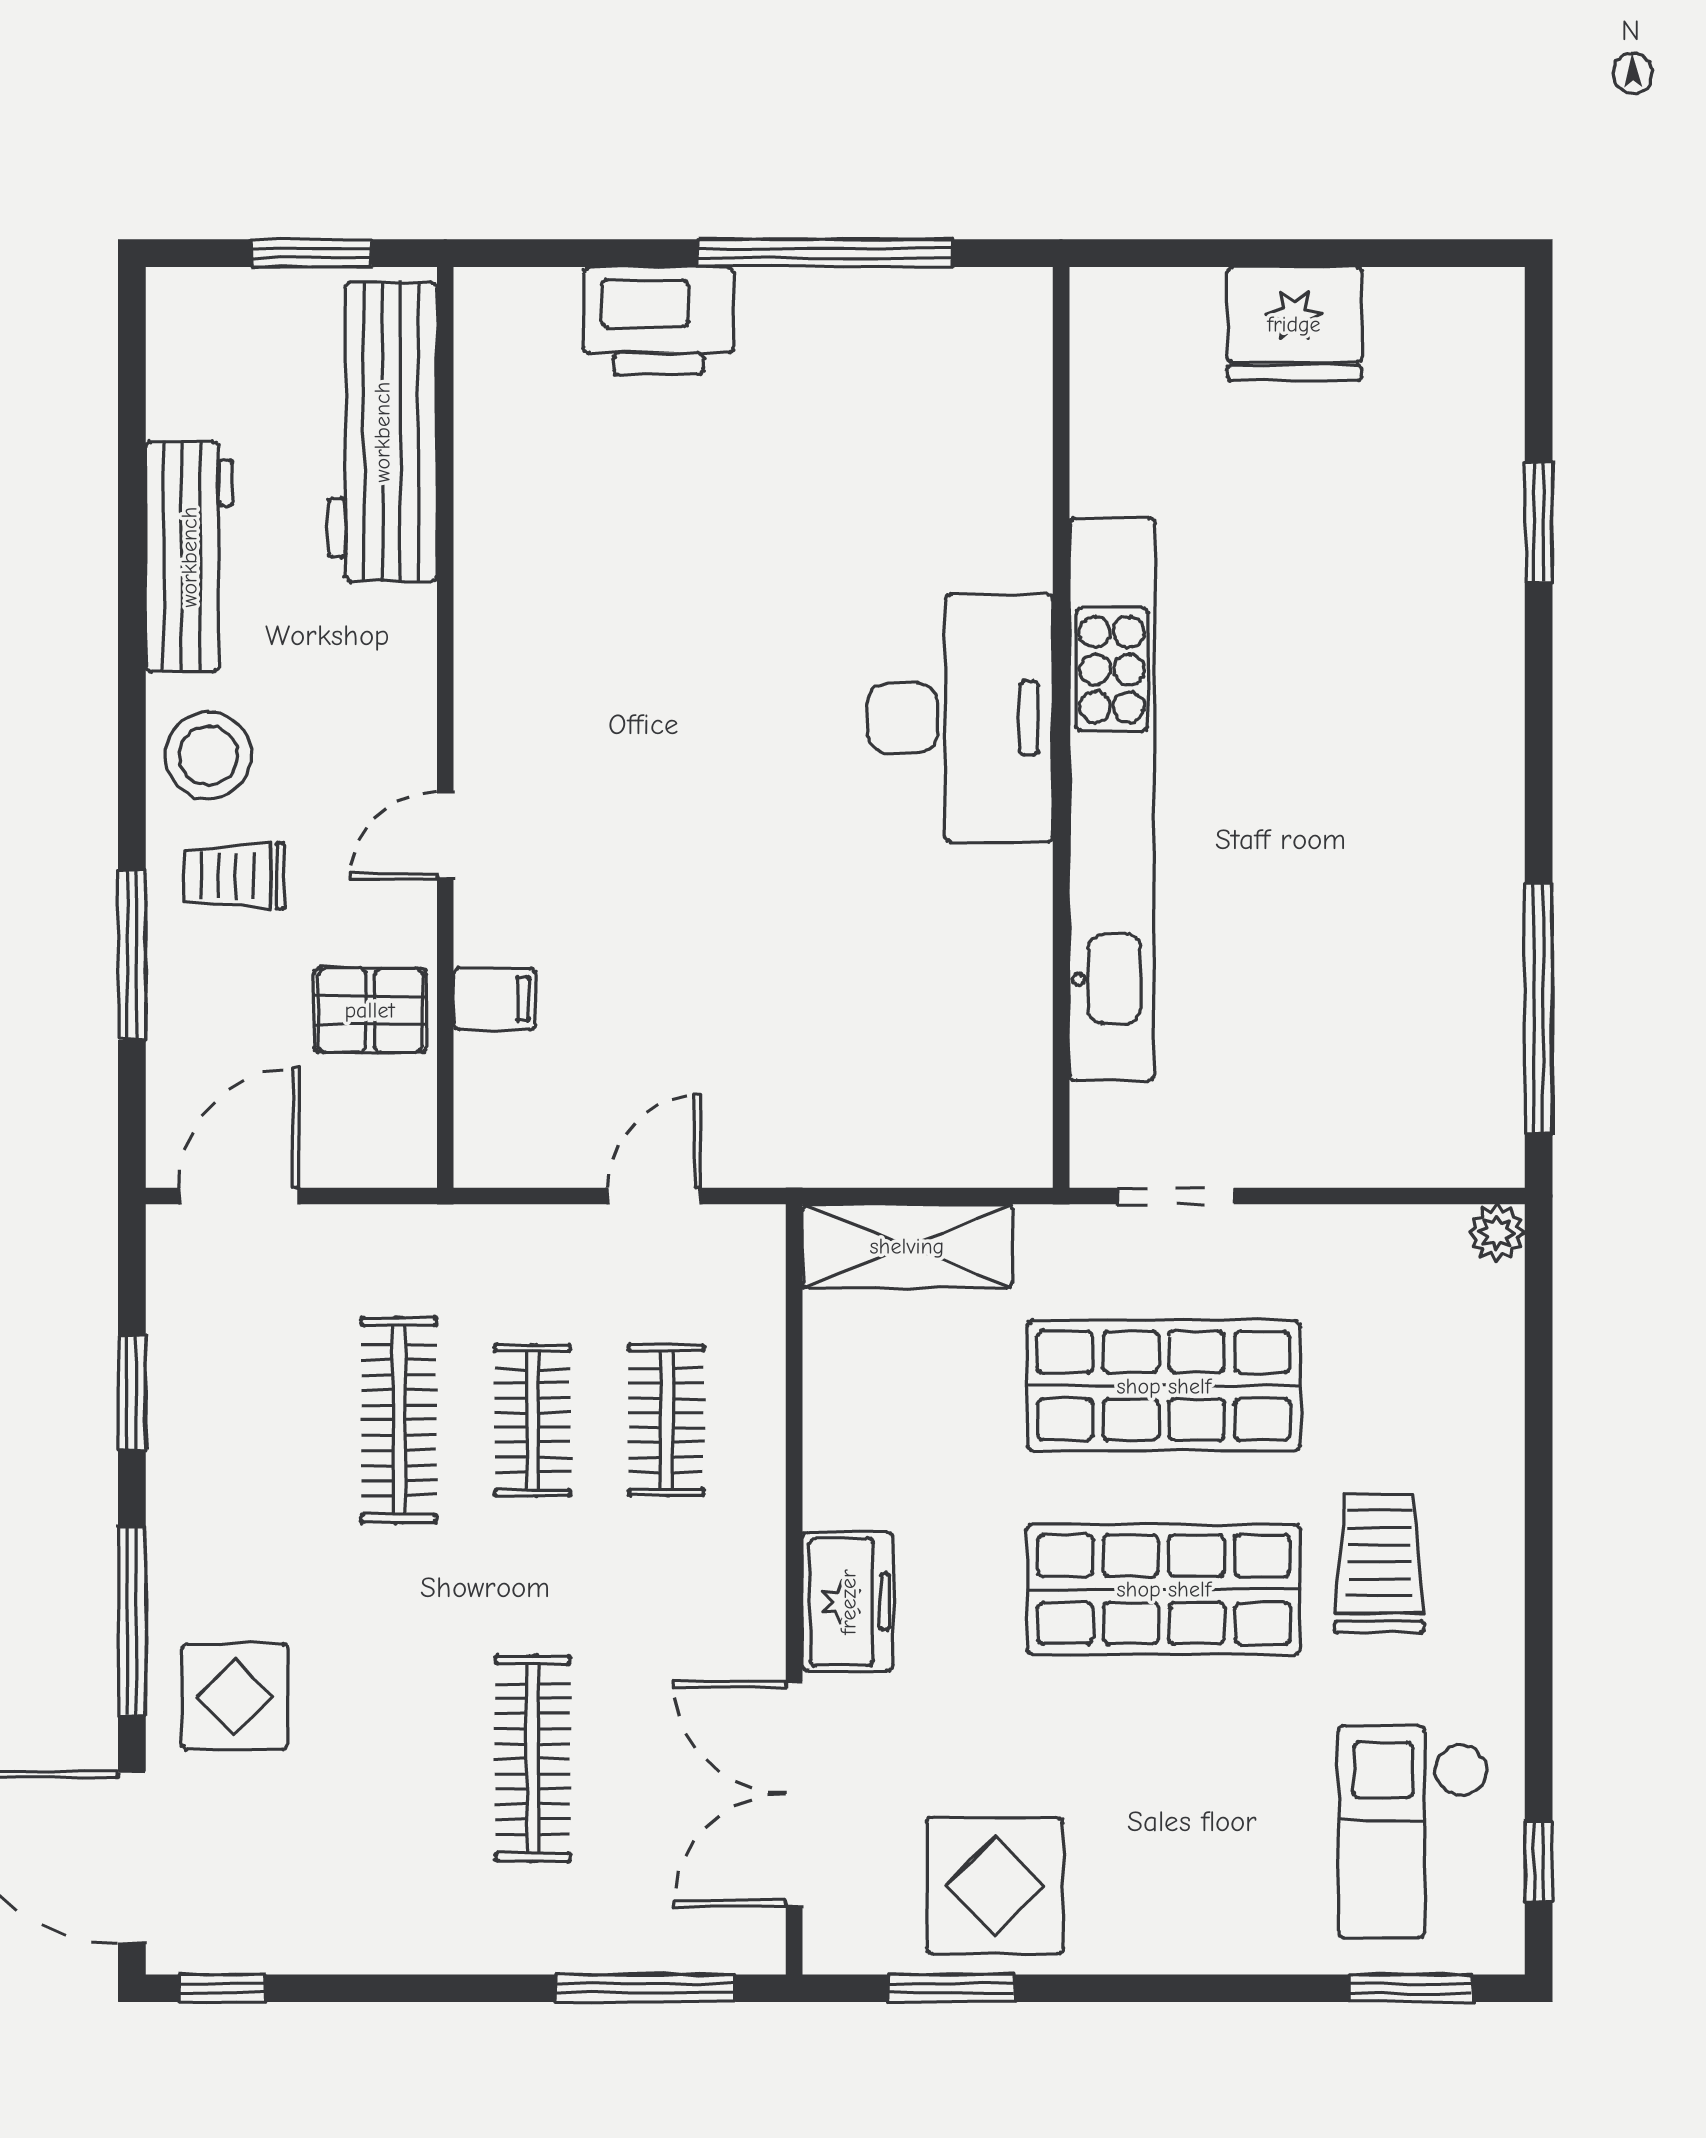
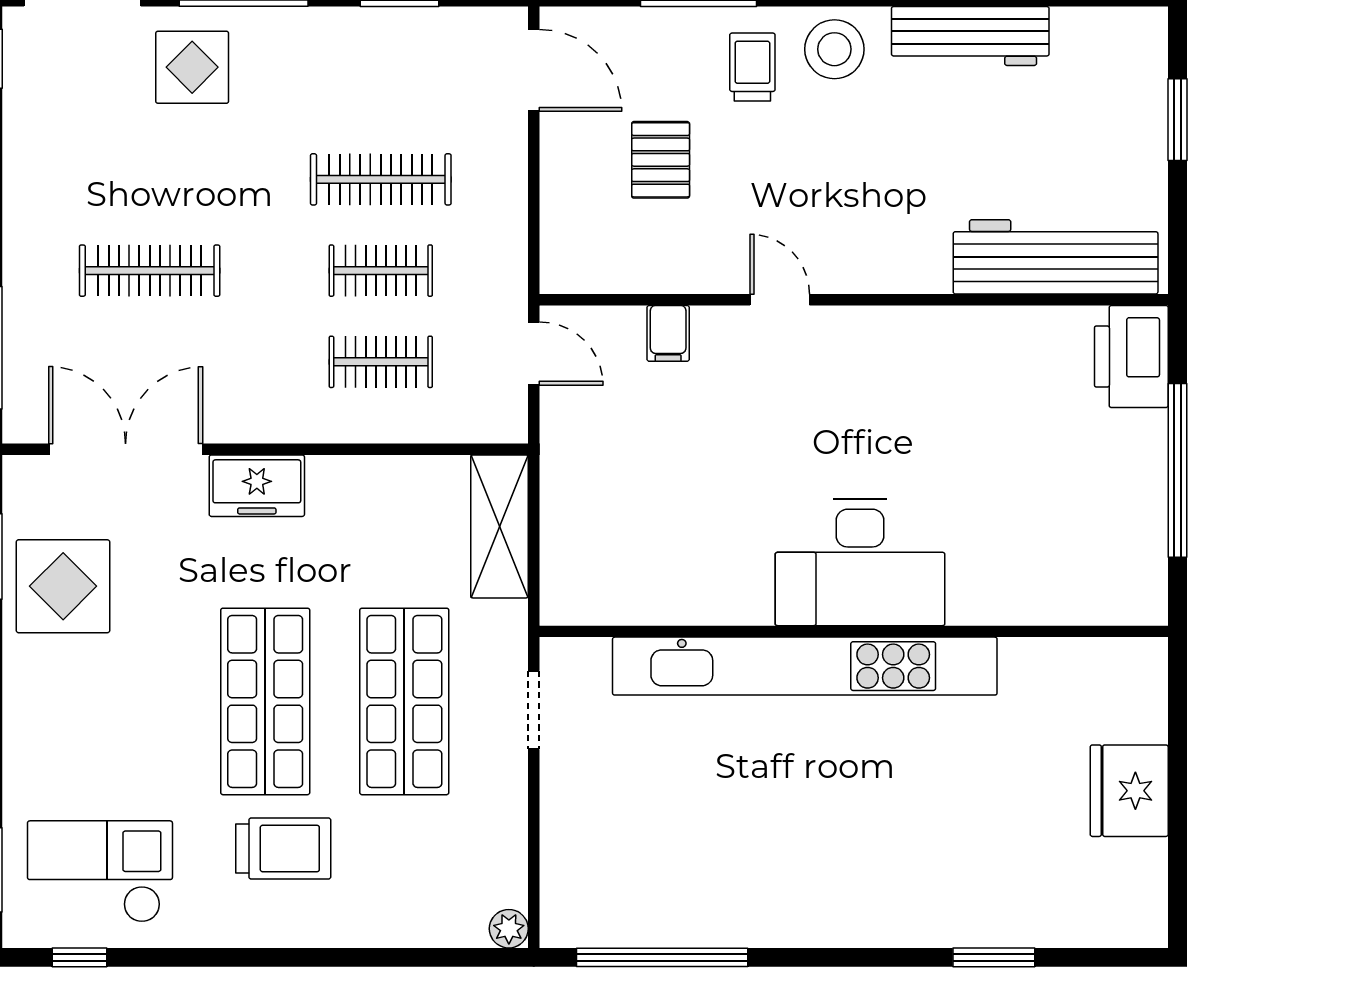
workbench: (382, 432) -> (1056, 257), moved
wall: (445, 727) -> (854, 300), moved
door: (445, 836) -> (780, 300), moved
filing cabinet: (495, 999) -> (668, 333), moved

